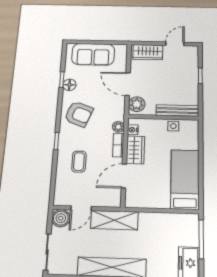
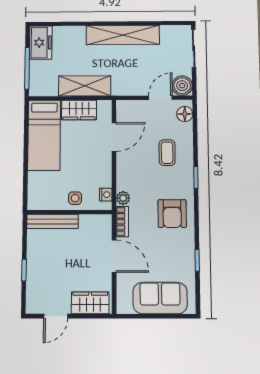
floor lamp: (69, 85) -> (185, 114), moved
plant: (137, 104) -> (102, 229), removed
armchair: (79, 114) -> (172, 214), turned -111
side table: (173, 126) -> (75, 198), moved
bookcase: (118, 145) -> (122, 222), moved
wardrobe: (135, 150) -> (79, 110), moved, turned -90
shelving: (114, 220) -> (85, 86), moved

